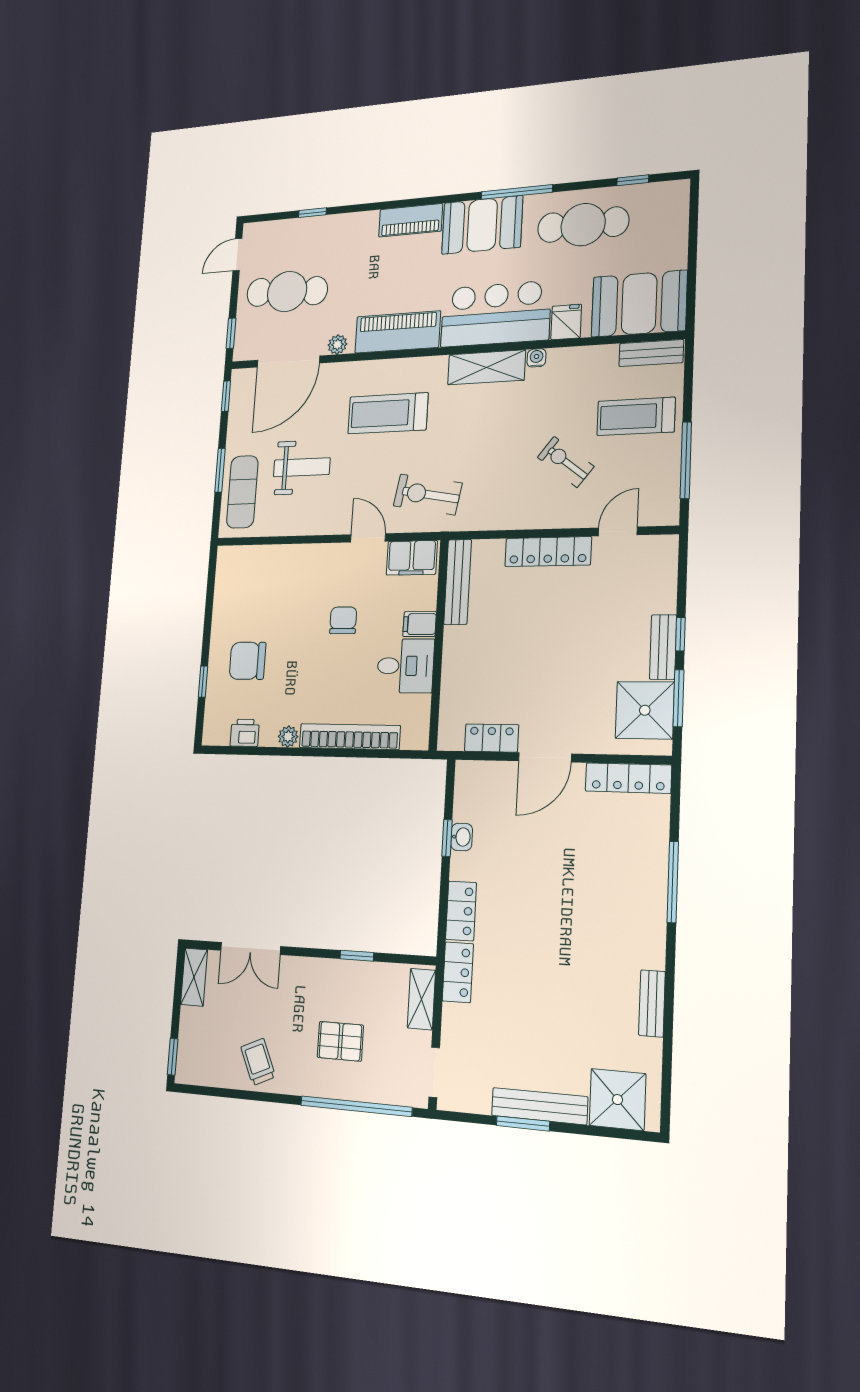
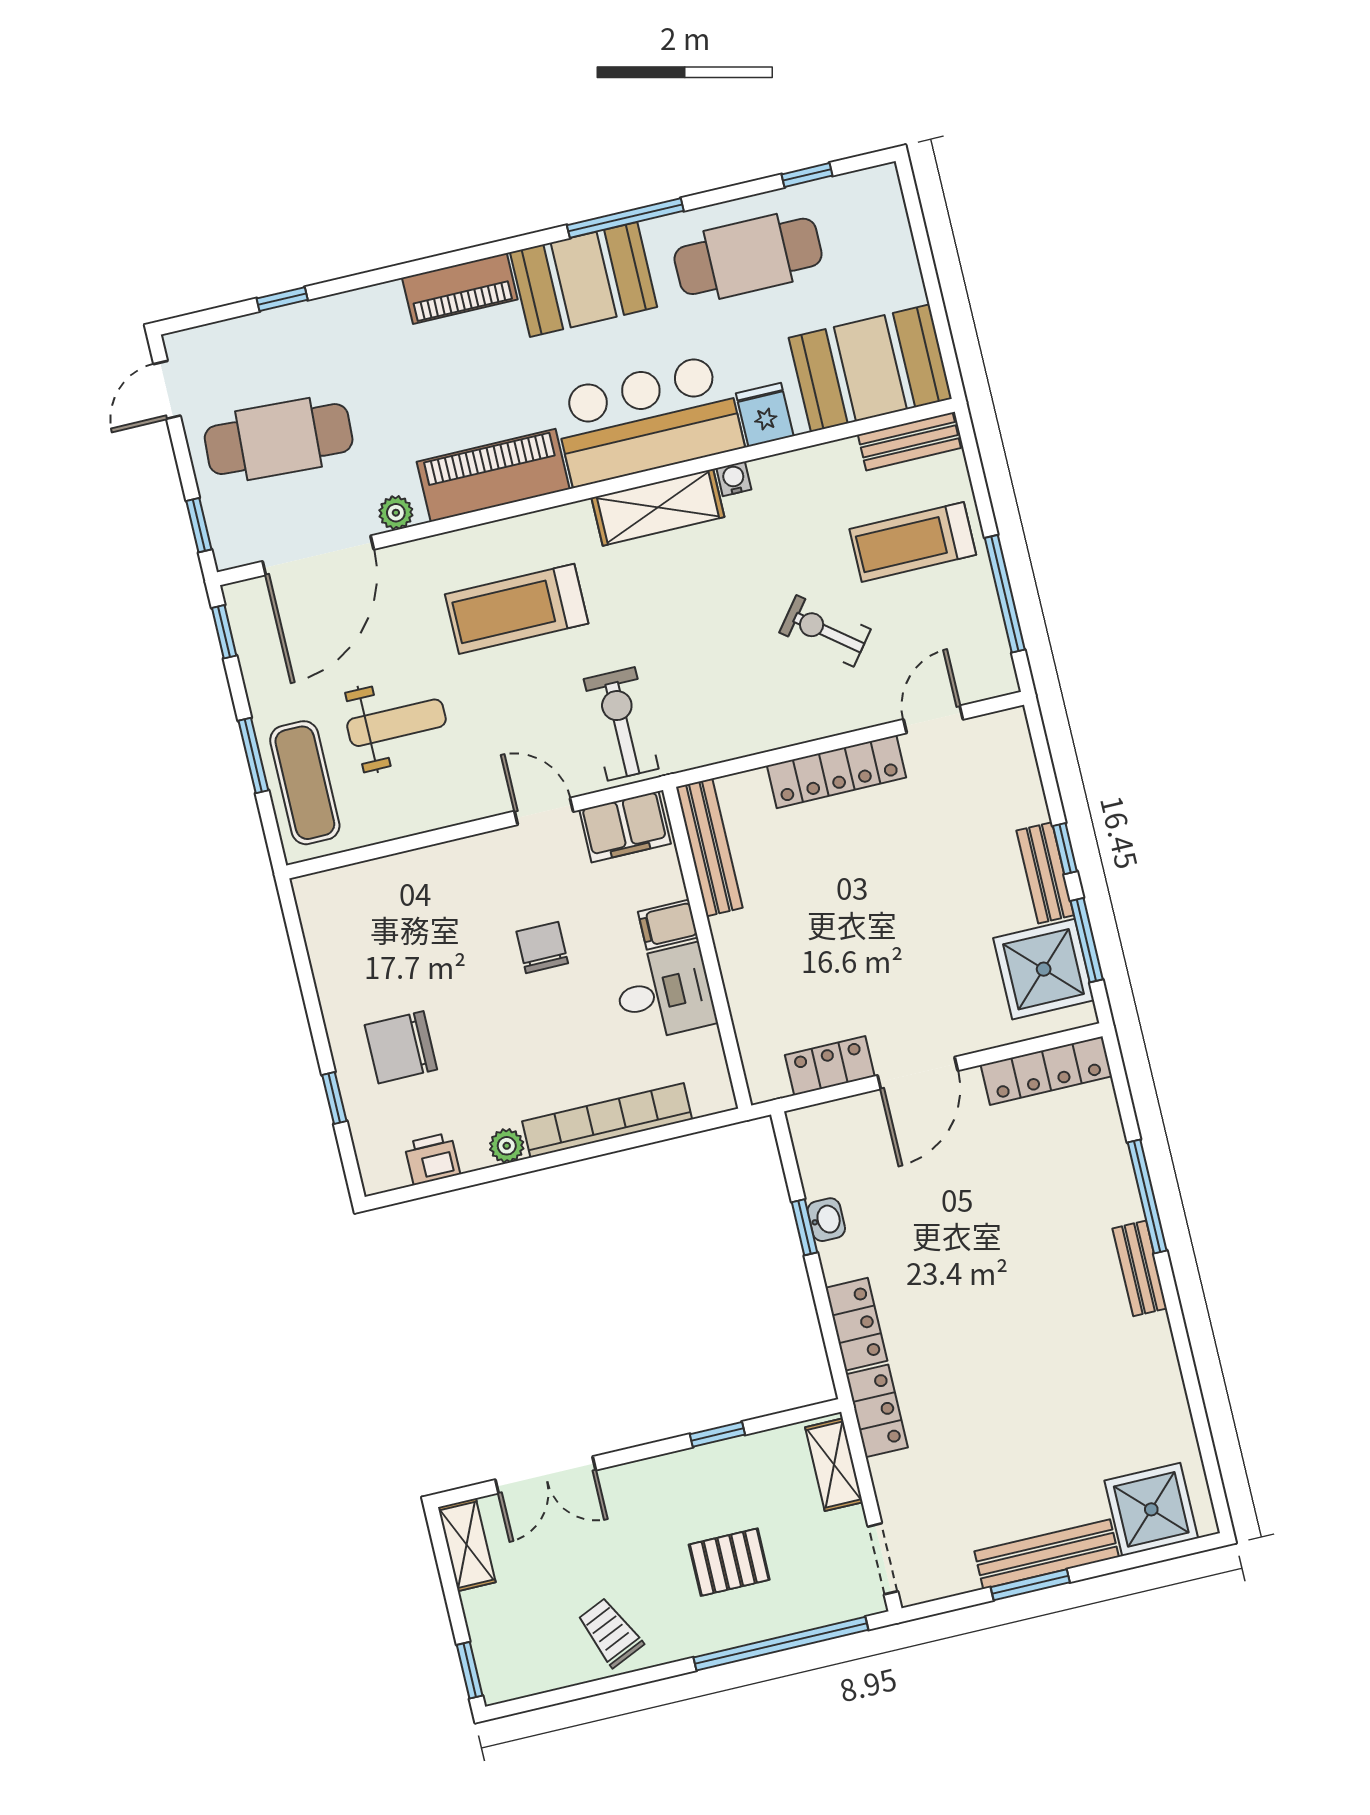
exercise bike: (428, 495) -> (621, 724), turned 80
bench: (652, 1003) -> (1140, 1268), moved

